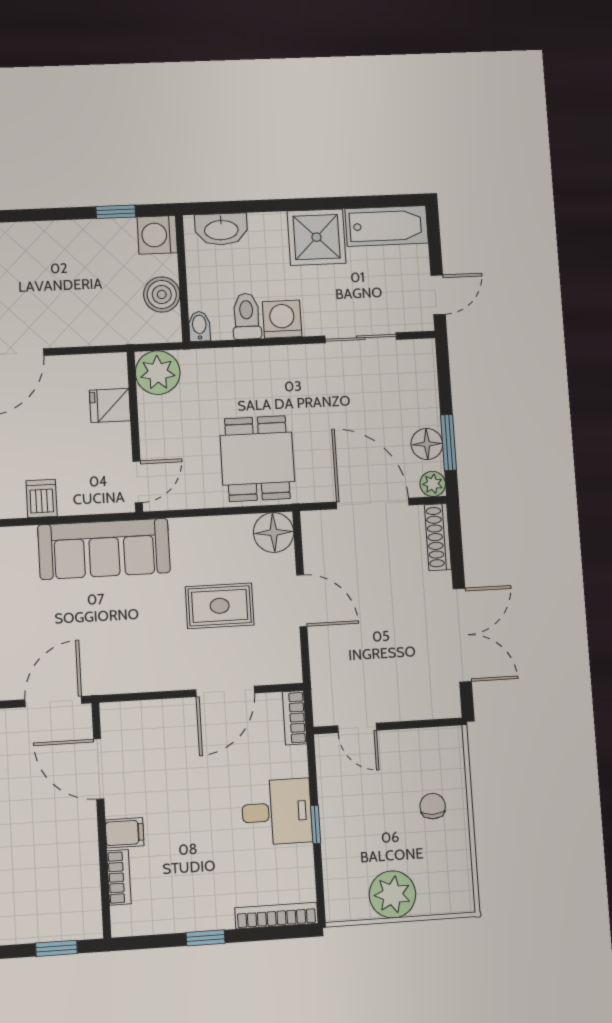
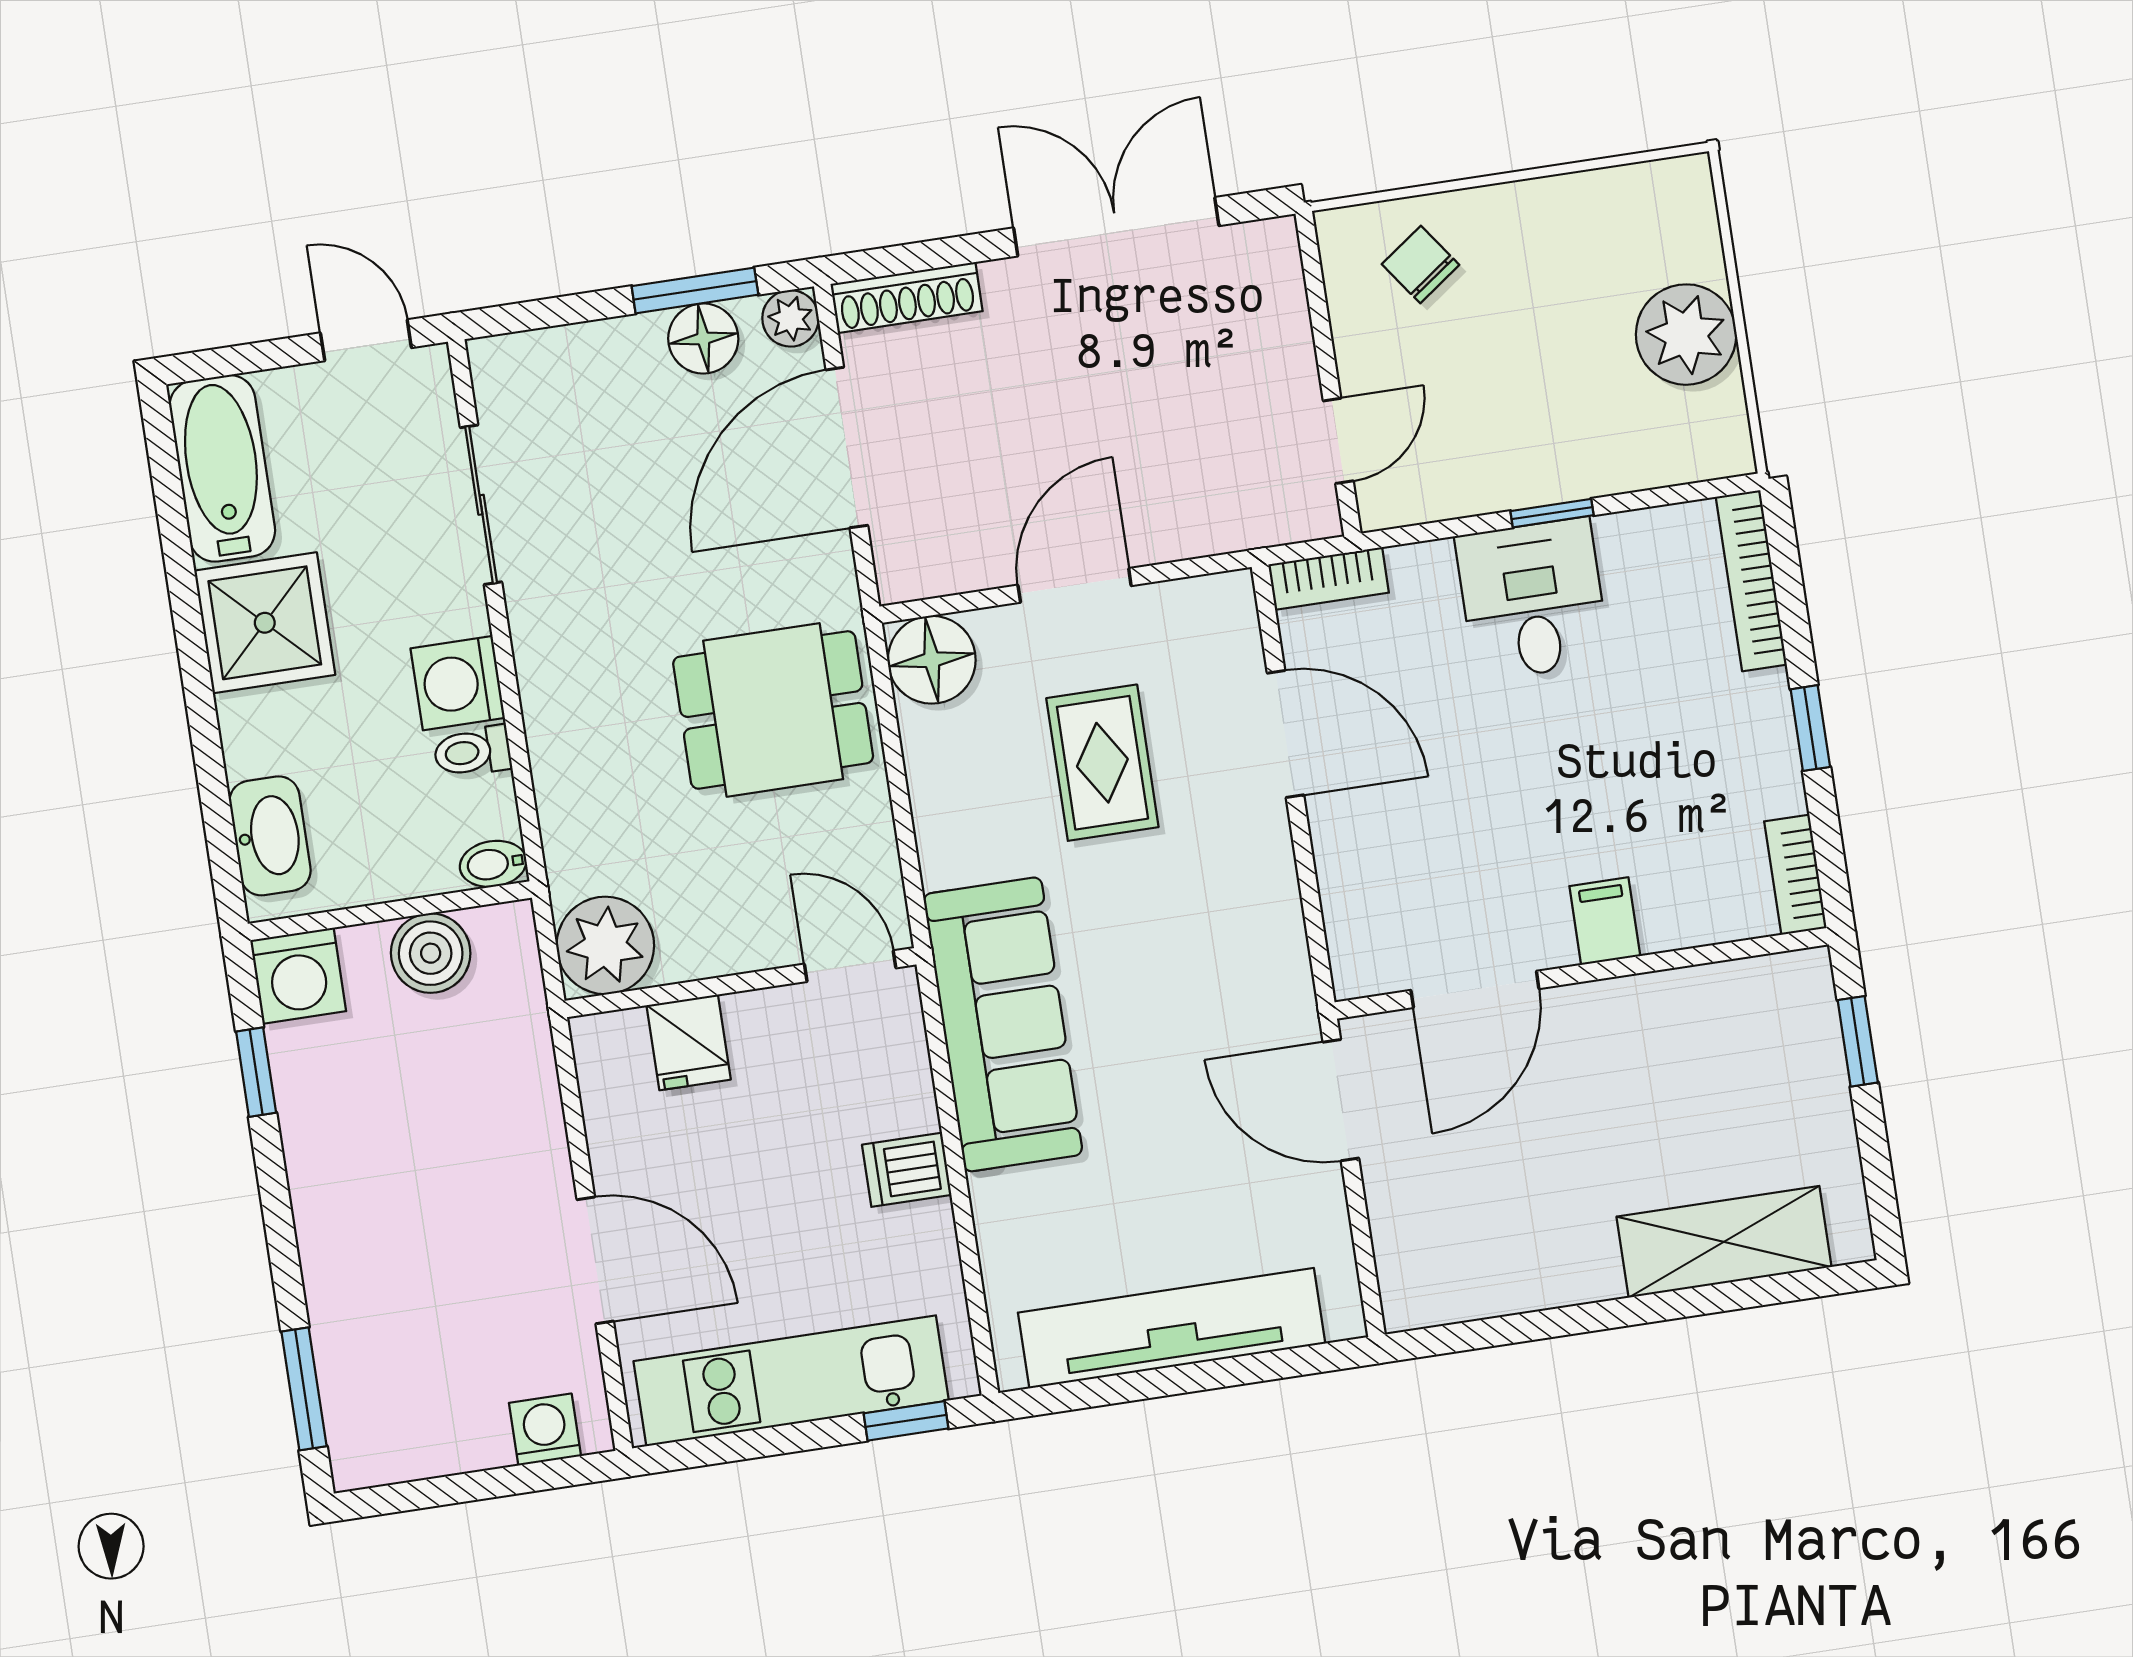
toilet: (247, 316) -> (472, 752), width x0.73, depth x0.72
chair: (433, 806) -> (1421, 265), moved, turned 54
bookcase: (119, 877) -> (1795, 875), moved, turned -90

